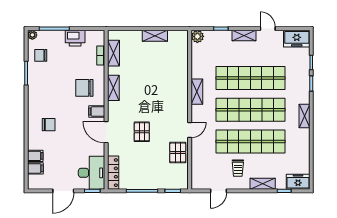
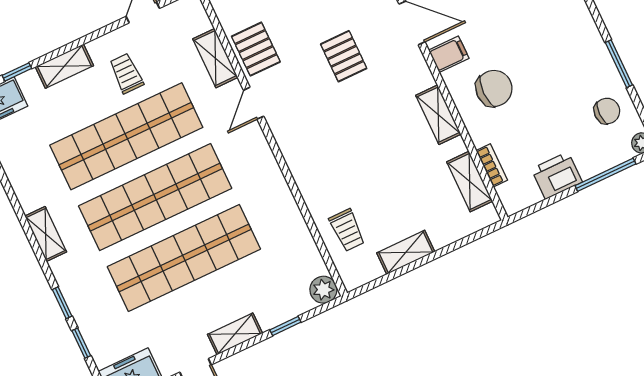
trolley: (175, 57) -> (347, 230), added
shelving: (197, 92) -> (215, 58), moved

